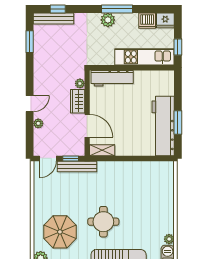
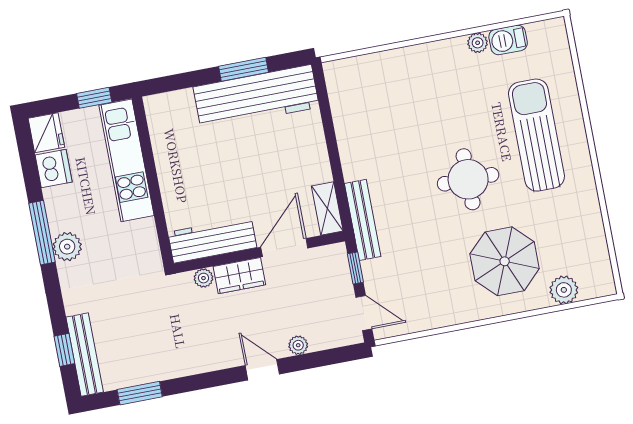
workbench: (112, 78) -> (212, 240), moved, turned -90
bench: (77, 167) -> (363, 220), moved

